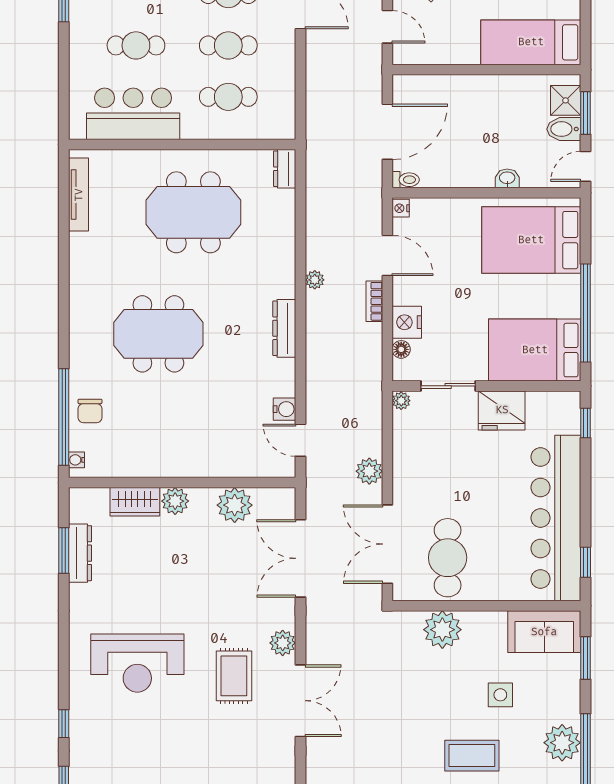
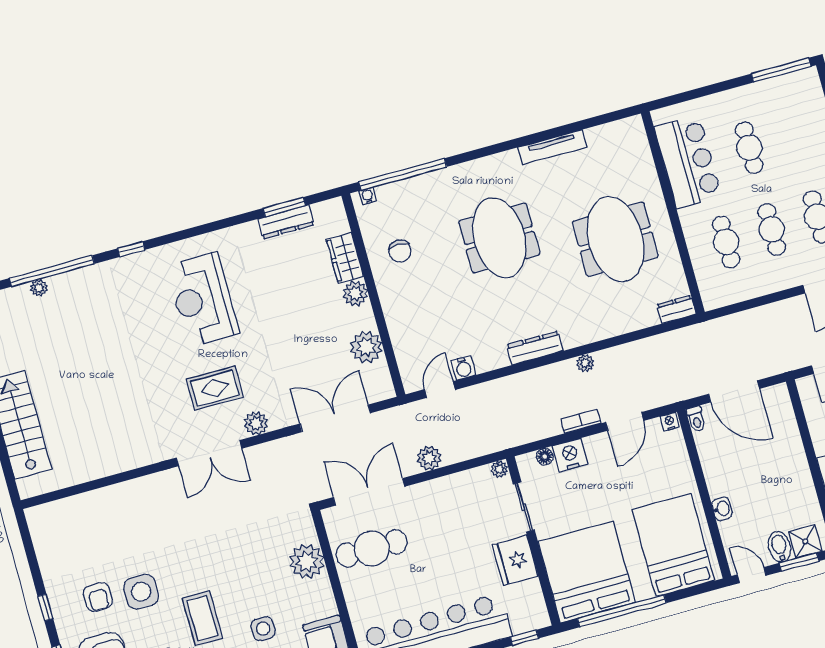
tv unit: (79, 195) -> (552, 147), moved
bed: (535, 350) -> (587, 572), width x1.36
chair: (90, 411) -> (400, 251), moved, turned -91

